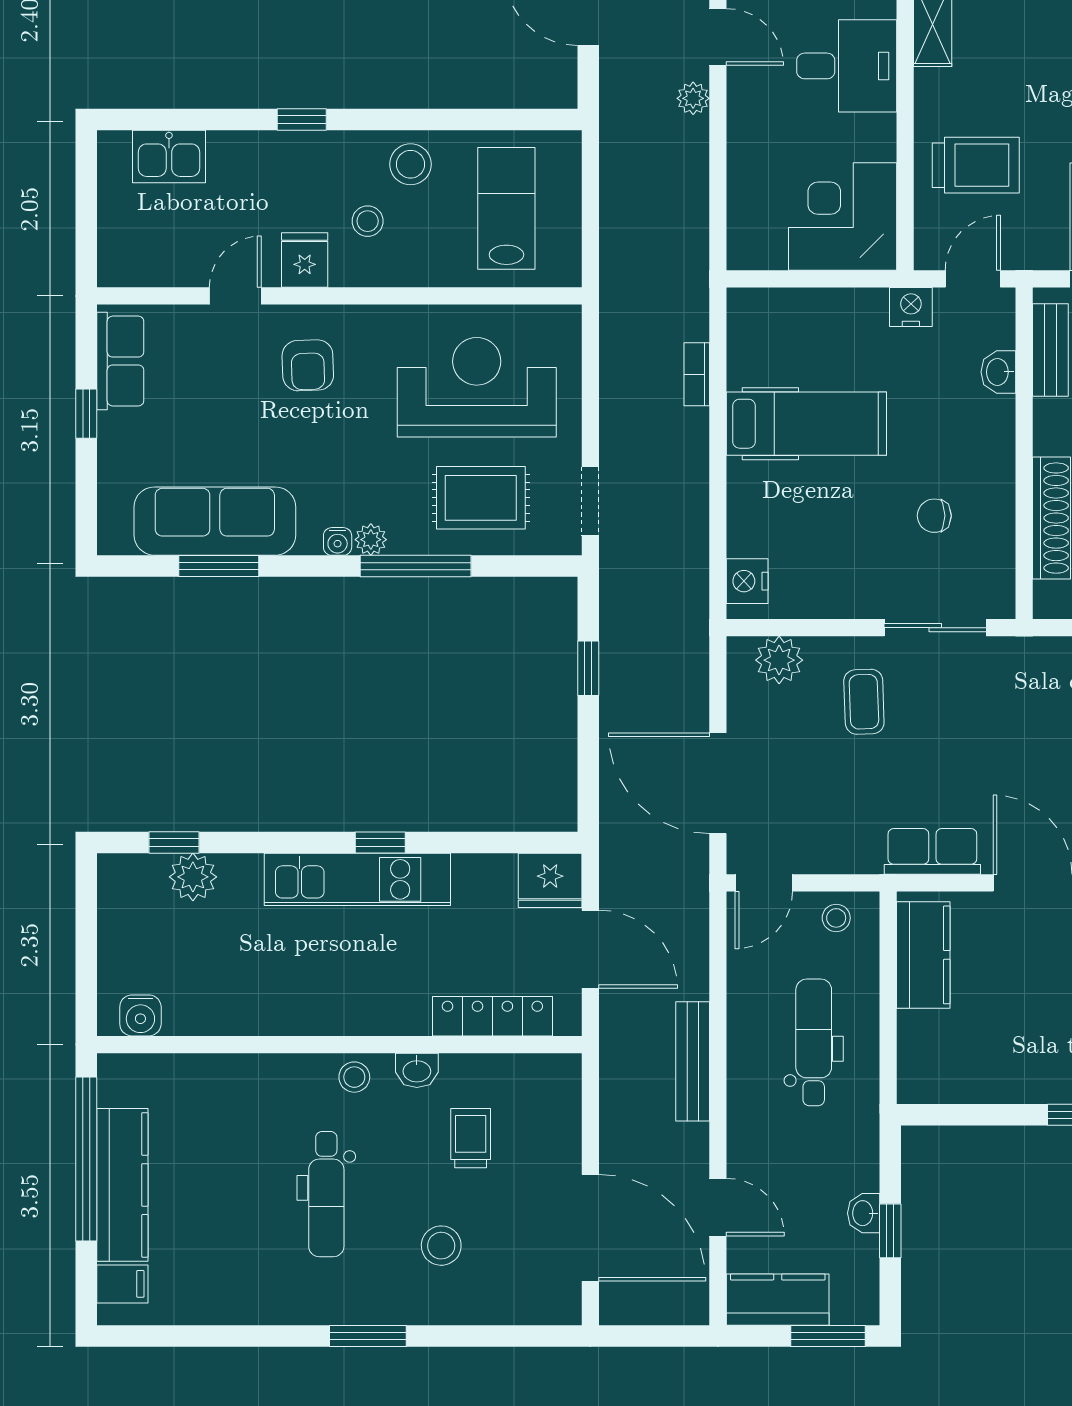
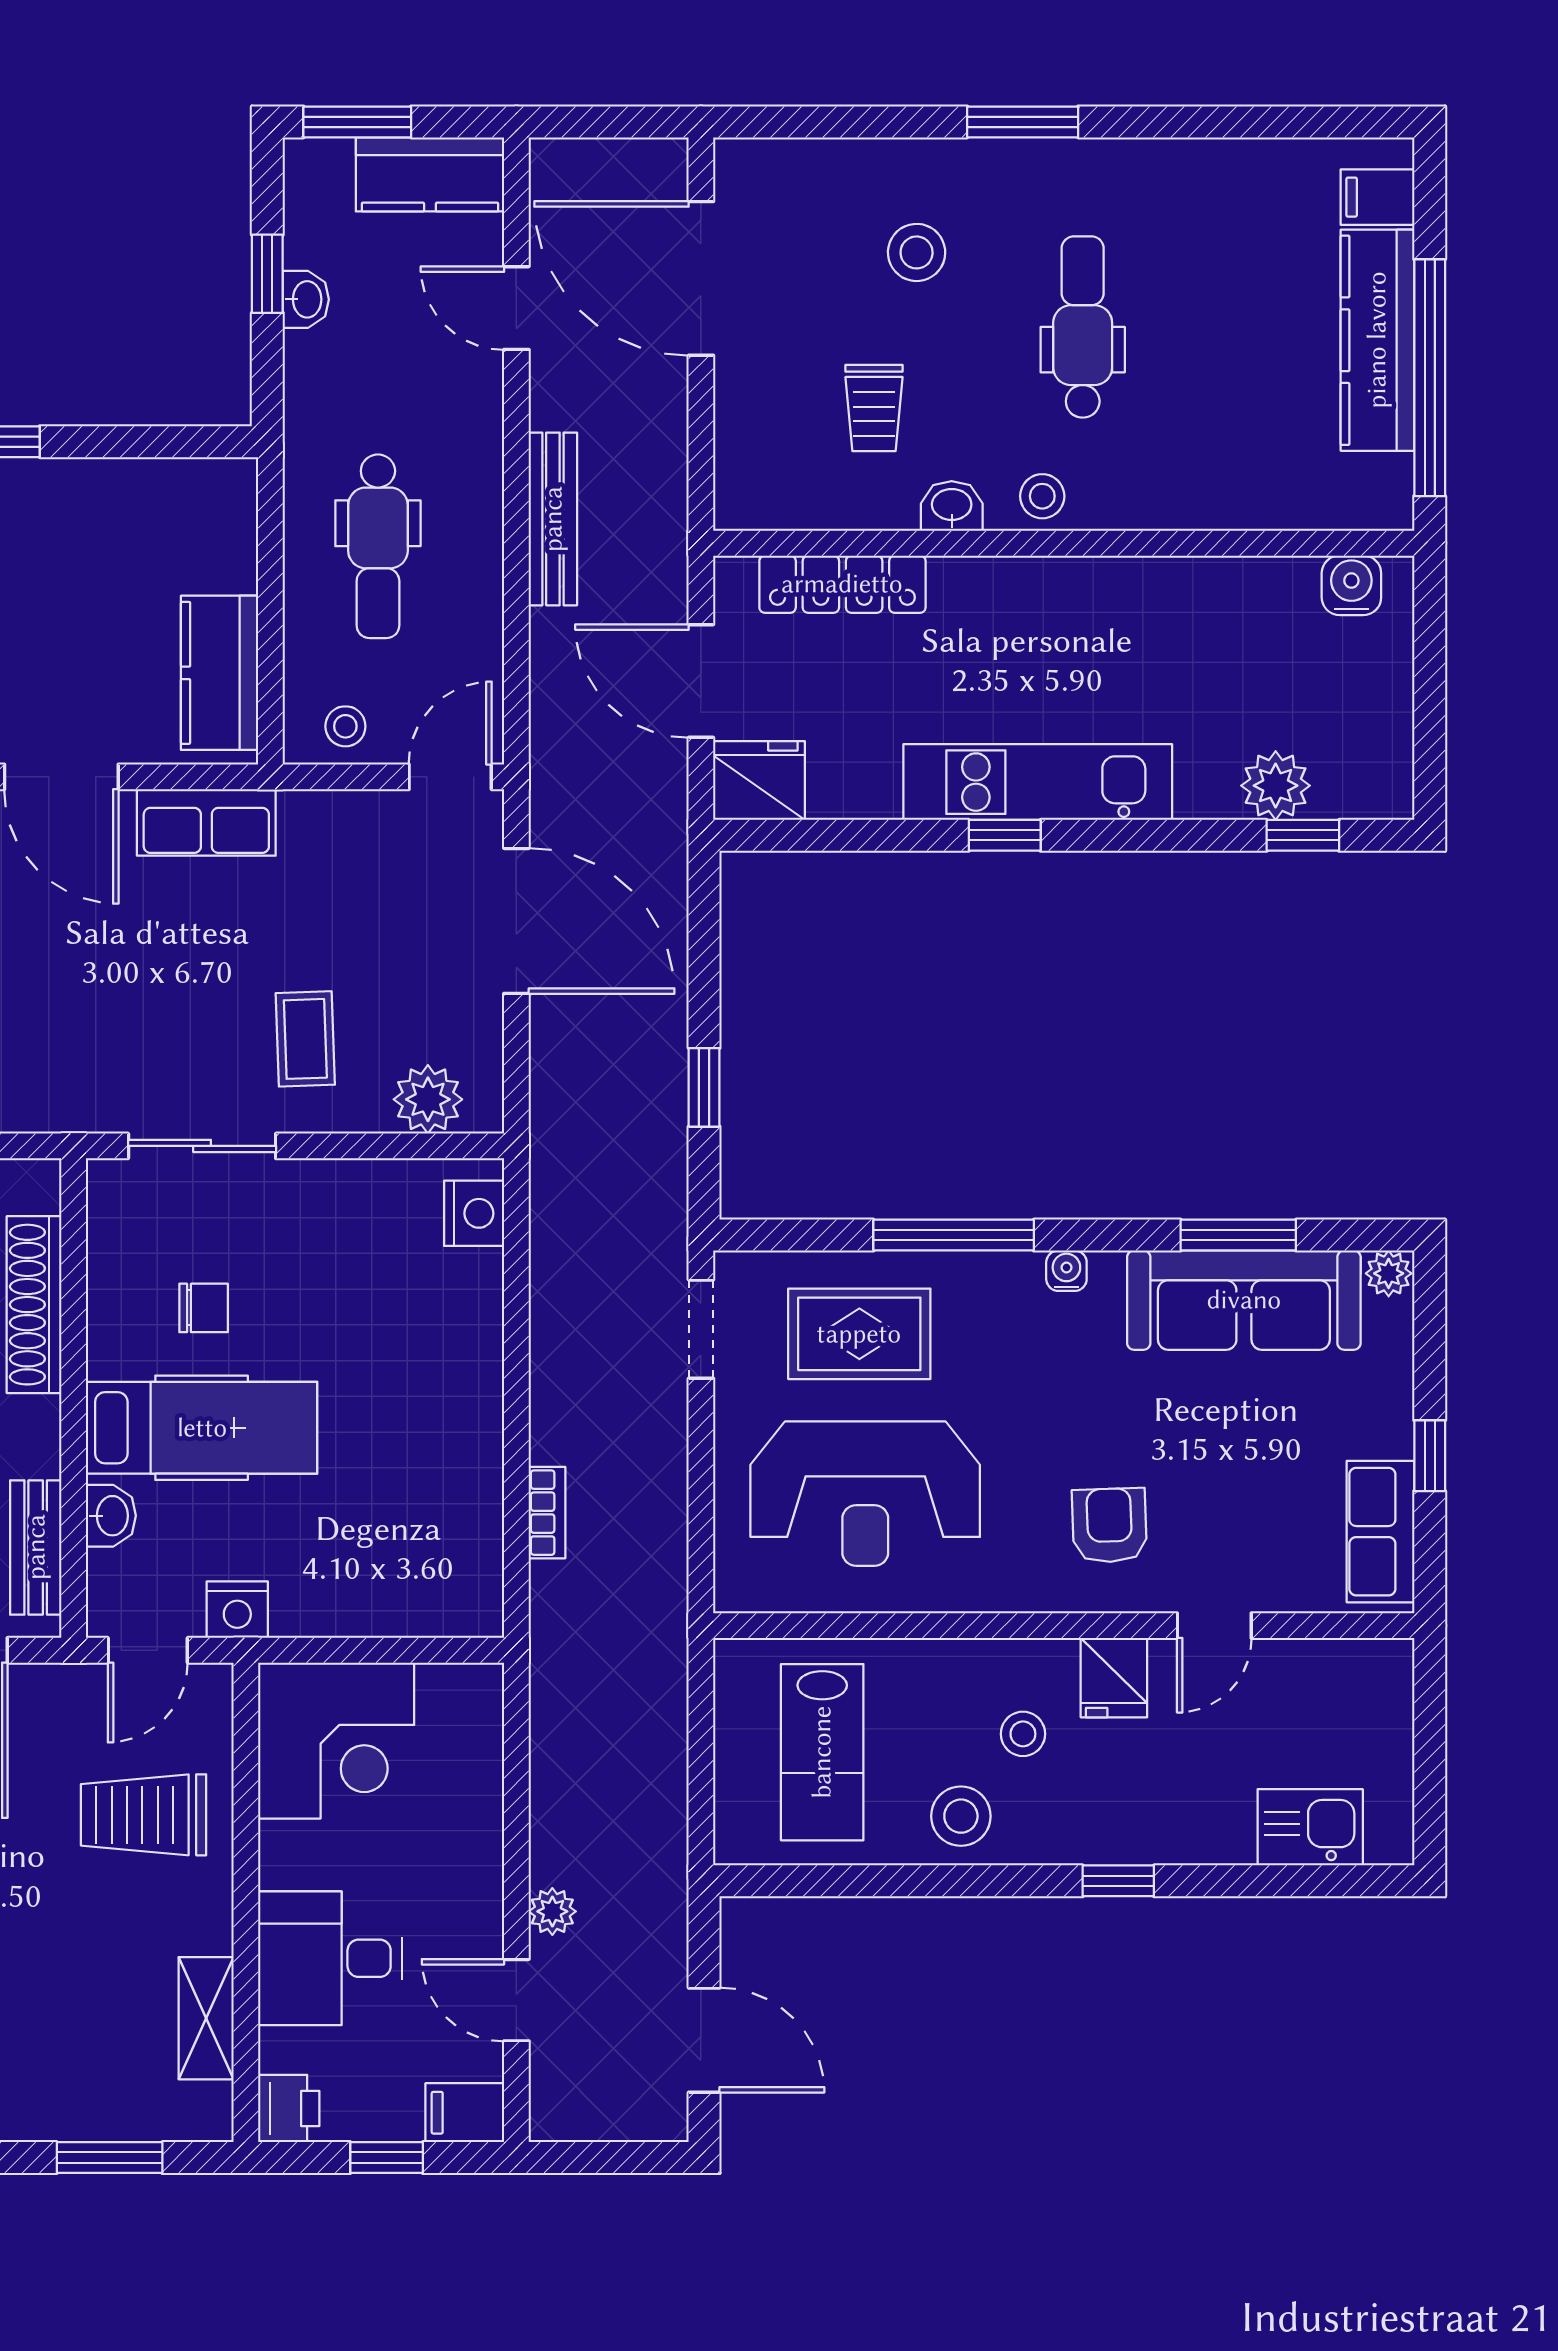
hospital bed: (806, 424) -> (202, 1428), moved, turned 180
plant: (371, 540) -> (1389, 1273), moved

